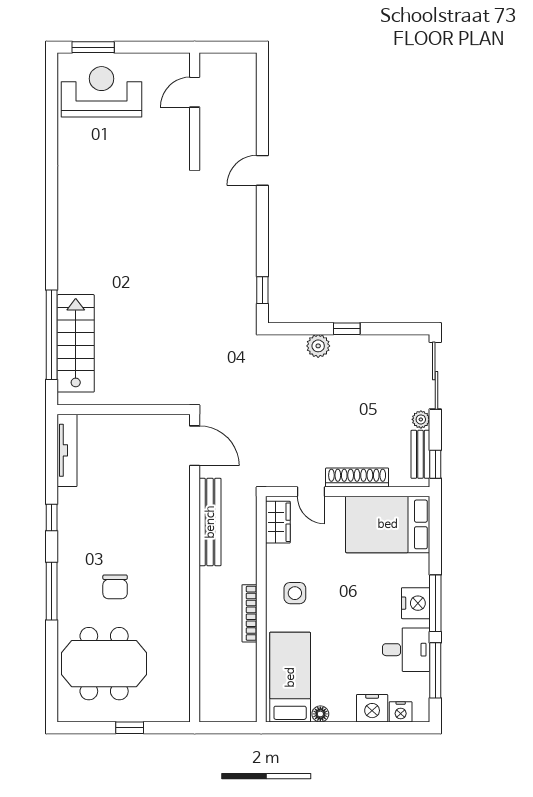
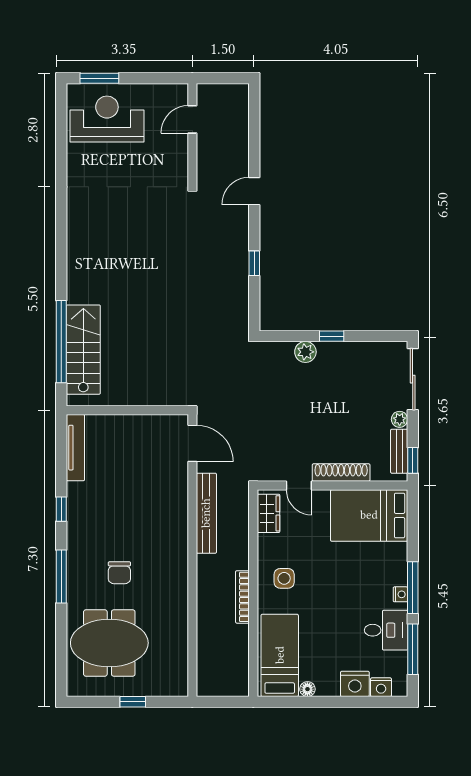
window: (262, 290) -> (254, 263), moved
nightstand: (416, 603) -> (400, 594), width x0.53, depth x0.56

